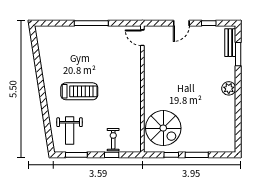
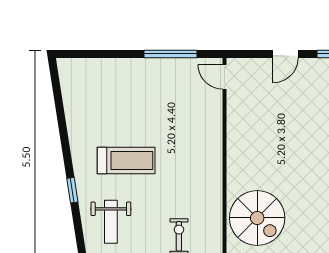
window: (91, 23) -> (171, 54), moved
window: (45, 110) -> (72, 190), added

